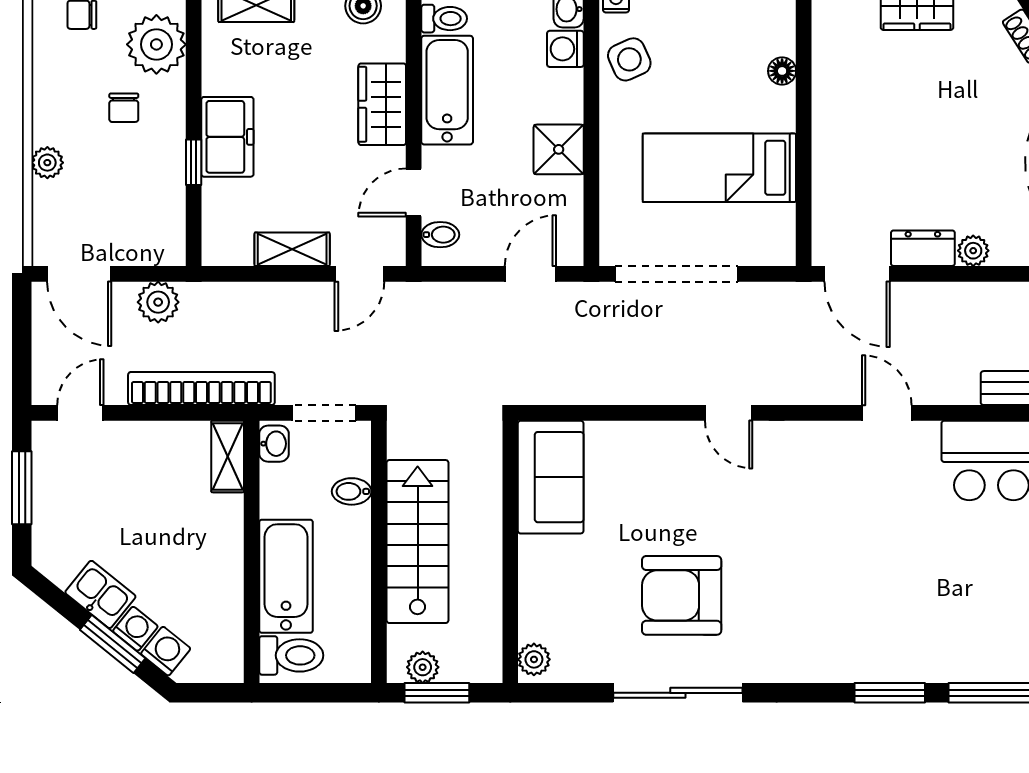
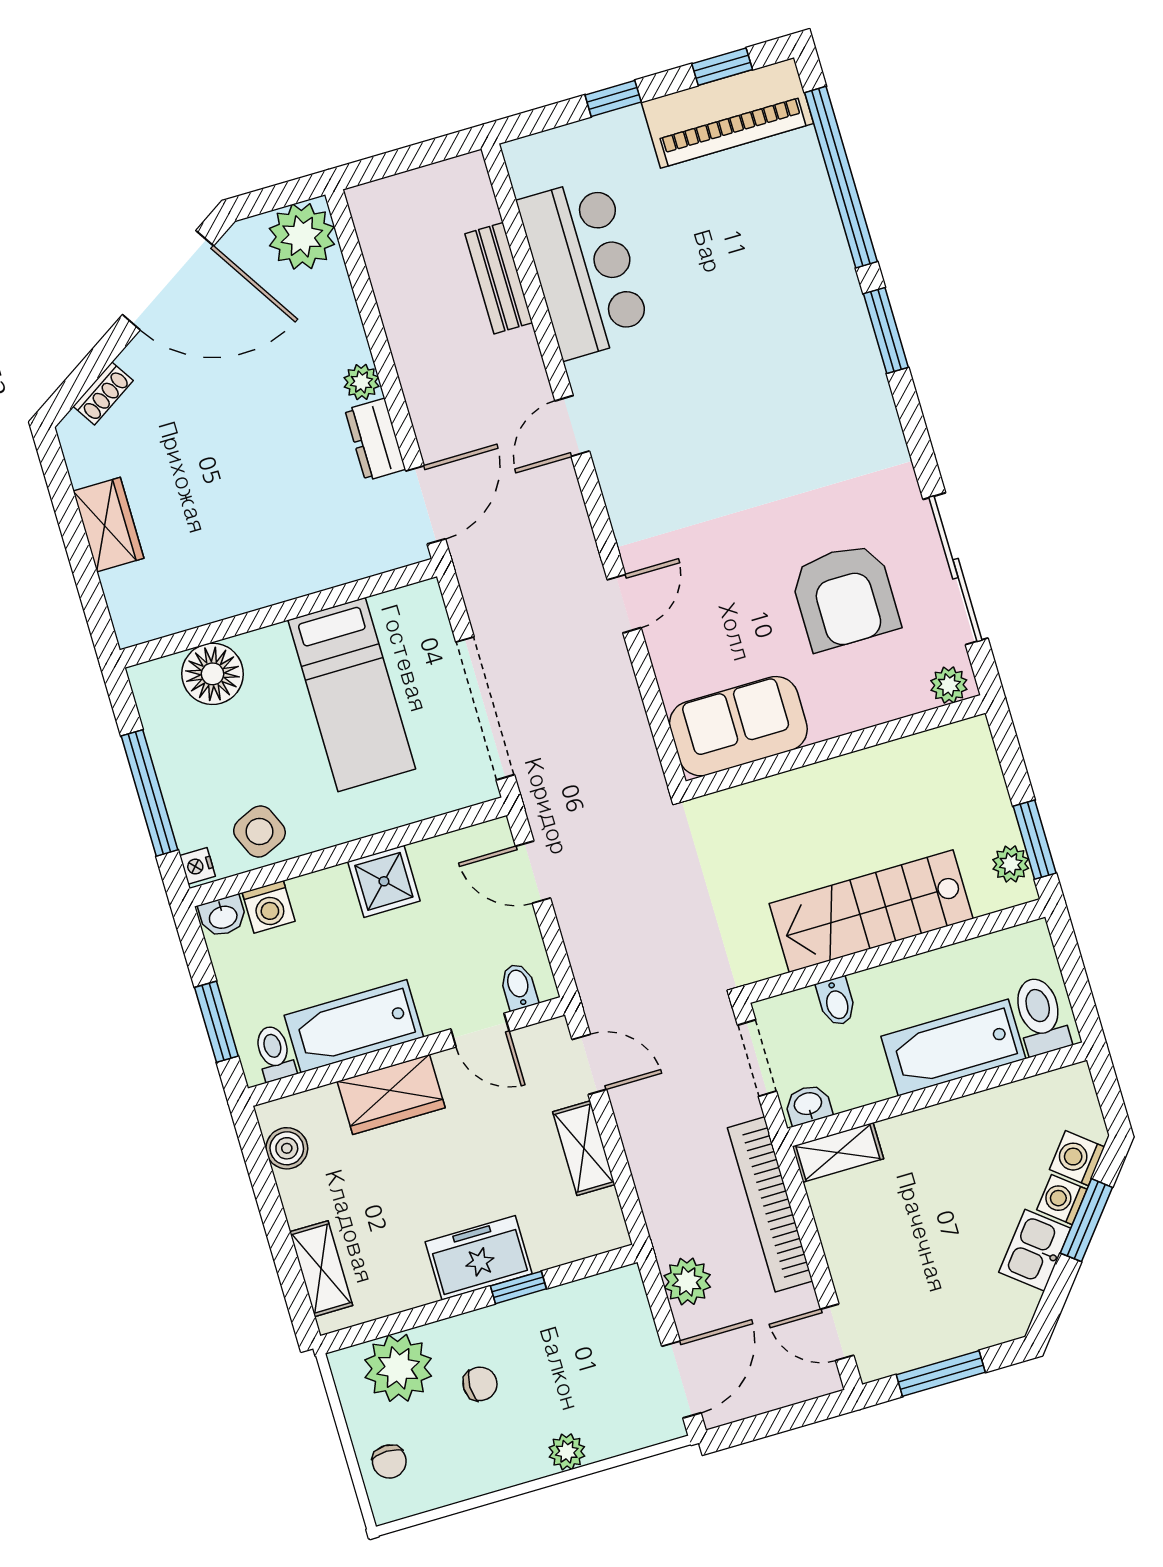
floor lamp: (782, 71) -> (213, 674), width x1.89, depth x1.89
sofa: (551, 477) -> (738, 726), moved
wall: (510, 552) -> (836, 747), moved
plant: (534, 659) -> (949, 685), moved

